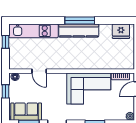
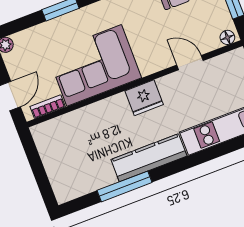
window: (80, 21) -> (125, 186), moved
fridge: (121, 31) -> (144, 98), moved, turned 180

